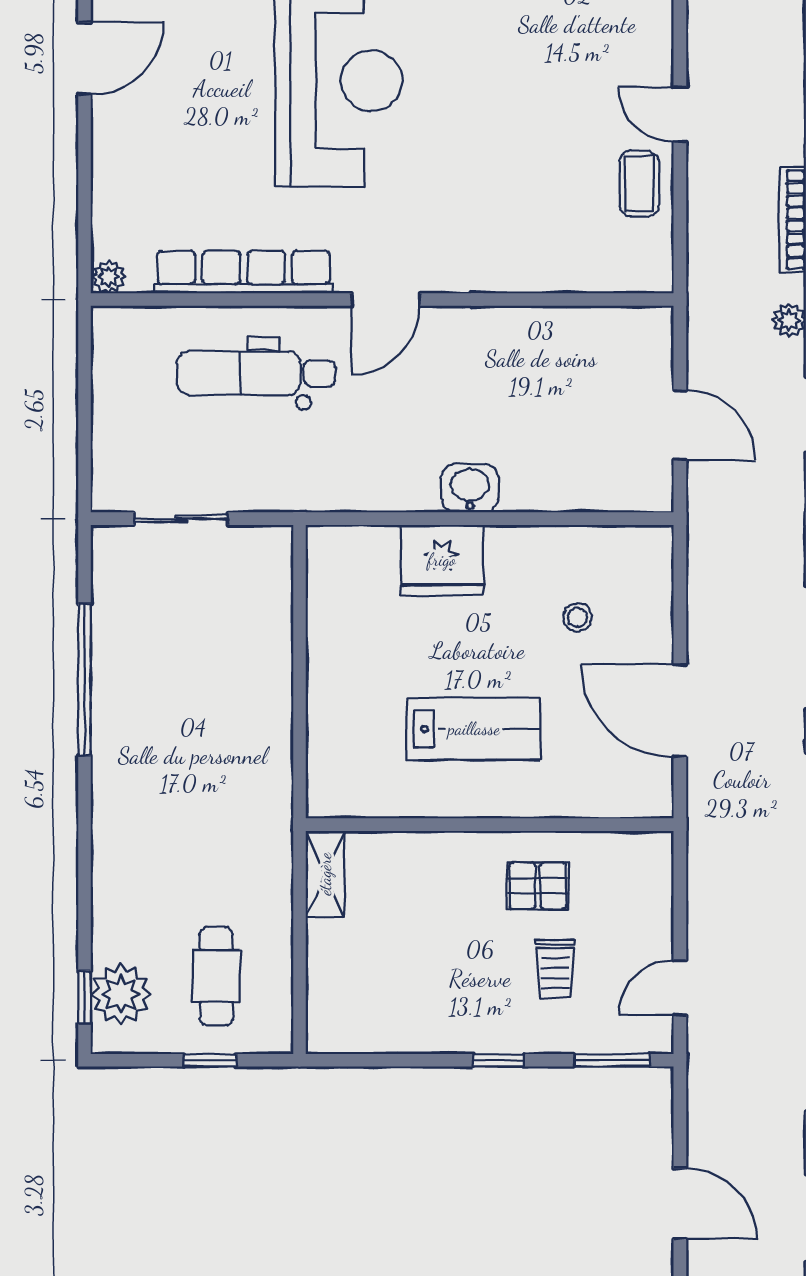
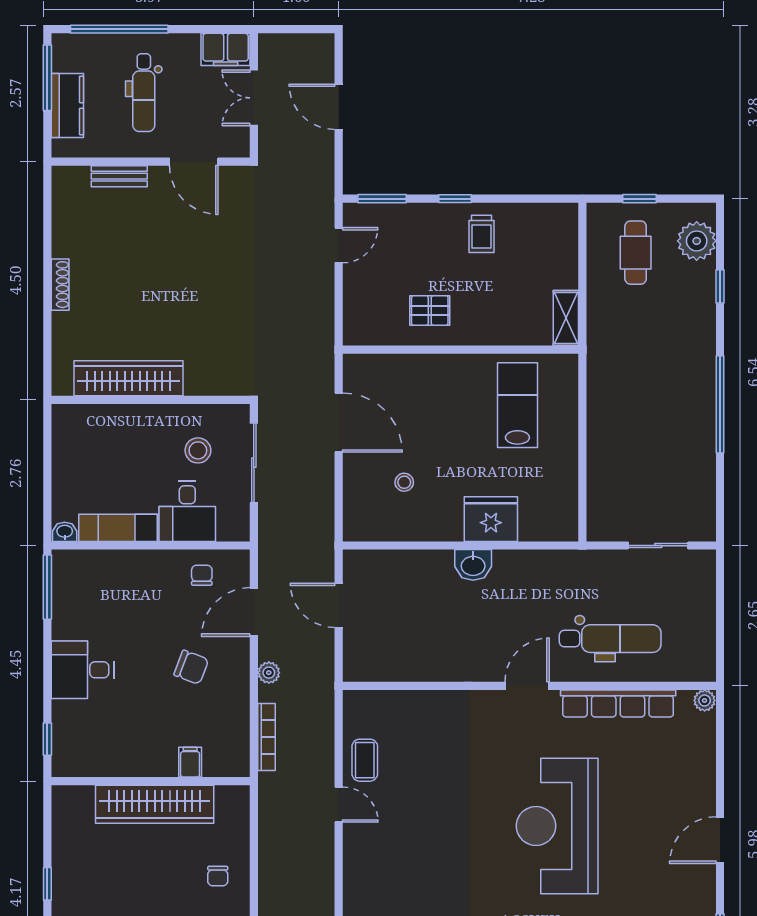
window: (85, 680) -> (720, 404), moved
lab bench: (474, 729) -> (517, 405), moved, turned 90
trolley: (555, 969) -> (481, 234), moved, turned 180
window: (85, 997) -> (720, 286), moved

